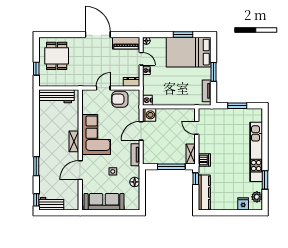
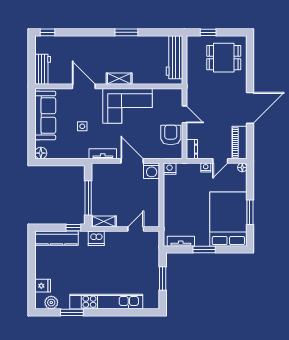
window: (36, 166) -> (126, 32), moved
floor lamp: (135, 182) -> (41, 153), moved
workbench: (51, 204) -> (43, 69), moved

